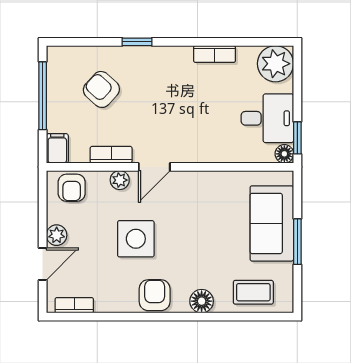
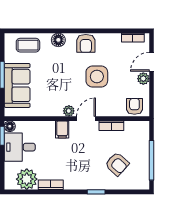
plant: (276, 64) -> (27, 179), moved
filing cabinet: (57, 148) -> (62, 129), moved
plant: (120, 180) -> (69, 111), moved

